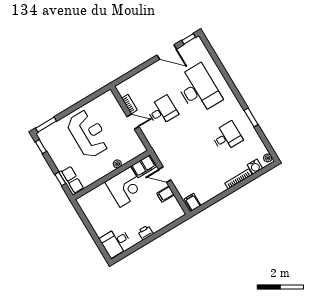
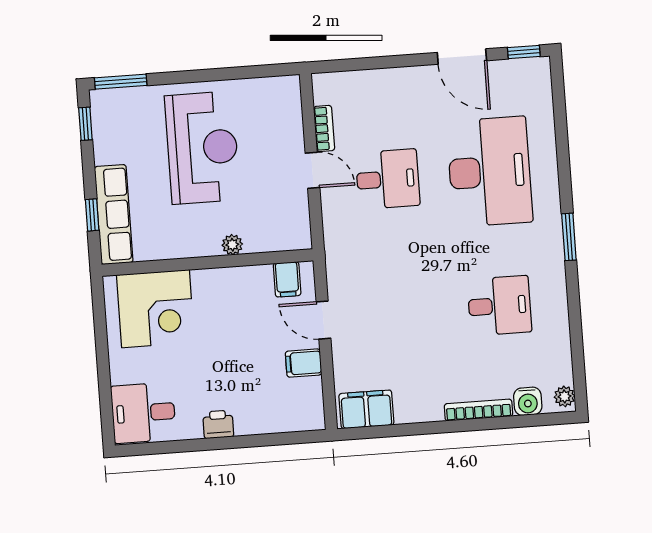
window: (251, 118) -> (569, 237), moved
filing cabinet: (144, 166) -> (287, 279), width x0.50
row of seats: (71, 180) -> (114, 215), width x1.48
corner desk: (125, 187) -> (155, 309), moved
filing cabinet: (192, 202) -> (366, 409), width x2.00

